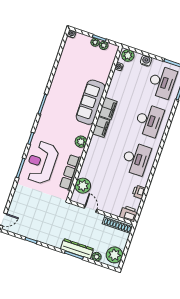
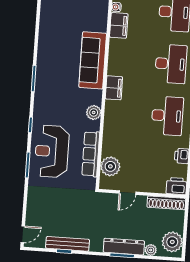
filing cabinet: (108, 108) -> (119, 25), moved
door: (91, 209) -> (128, 193), swing flipped
bench: (35, 236) -> (68, 244), added

